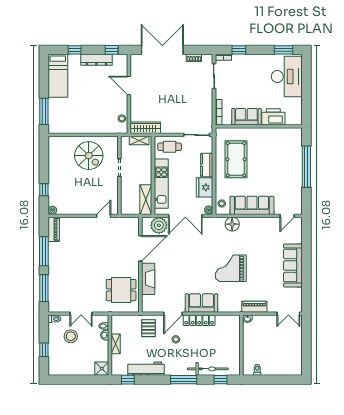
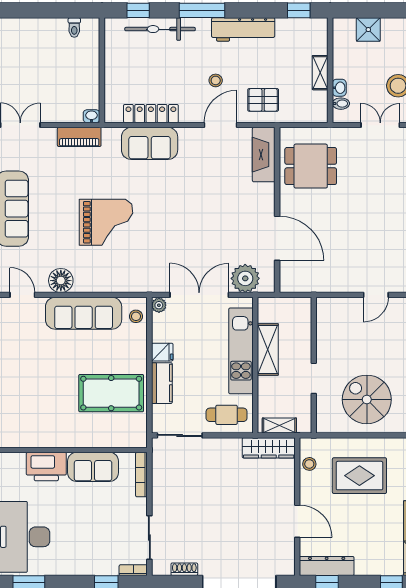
dresser: (96, 60) -> (327, 566), moved
rug: (93, 112) -> (359, 476), added
pool table: (236, 159) -> (111, 393), turned 90
fridge: (205, 187) -> (162, 352), width x0.53, depth x0.75
shelving: (146, 200) -> (268, 349), moved
door: (104, 216) -> (376, 295), moved
door: (287, 216) -> (22, 295), hinge flipped
floor lamp: (232, 224) -> (61, 281), moved
door: (140, 248) -> (277, 238), swing flipped
grand piano: (231, 268) -> (106, 222), moved
fireplace: (148, 279) -> (264, 155), moved
sofa: (201, 303) -> (150, 143), moved
locker: (199, 320) -> (151, 114), moved
pallet: (149, 328) -> (263, 100), turned 90
shower: (102, 369) -> (368, 30), moved
workbench: (146, 369) -> (243, 29), moved

